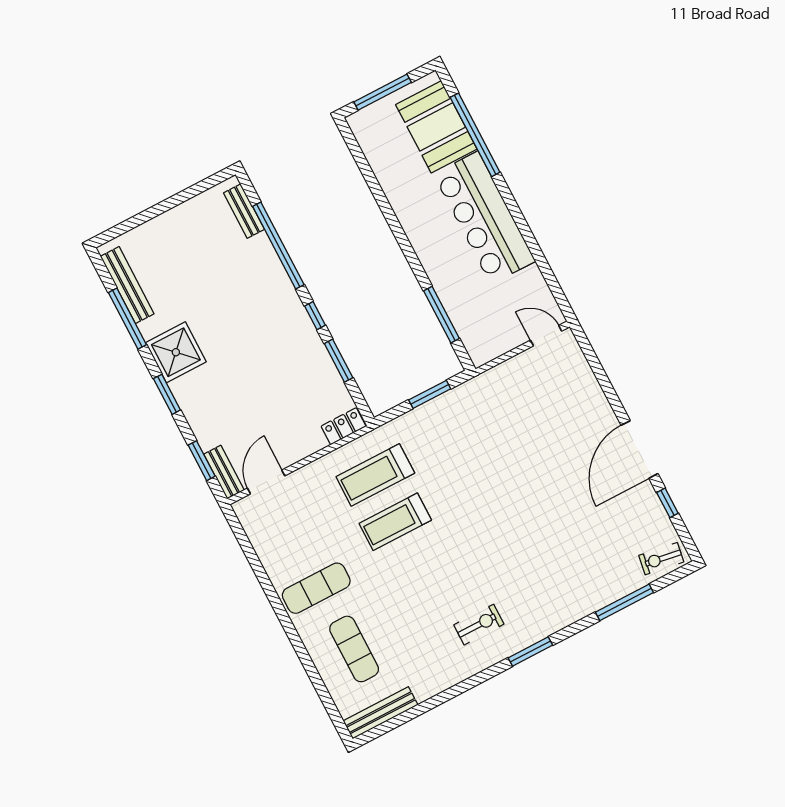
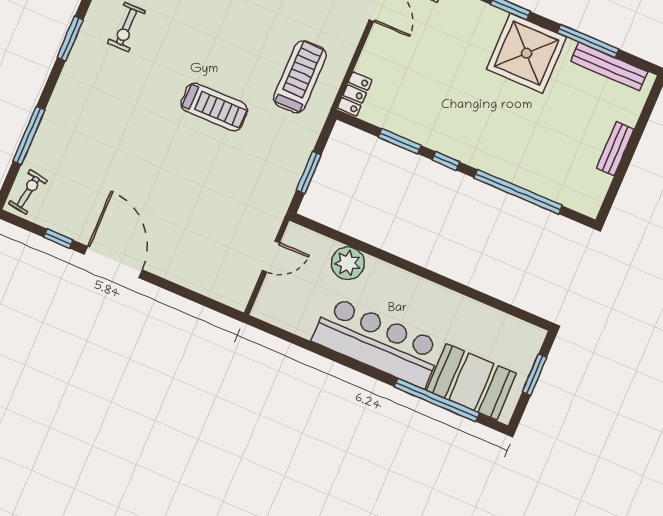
window: (383, 92) -> (535, 375), width x0.69
bench: (244, 211) -> (615, 149), moved, turned 90
plant: (457, 299) -> (348, 263), added
window: (441, 315) -> (350, 241), removed
door: (546, 336) -> (271, 256), moved
shower: (176, 352) -> (527, 53), width x1.37, depth x1.37
treadmill: (395, 522) -> (214, 107), moved, turned 90

